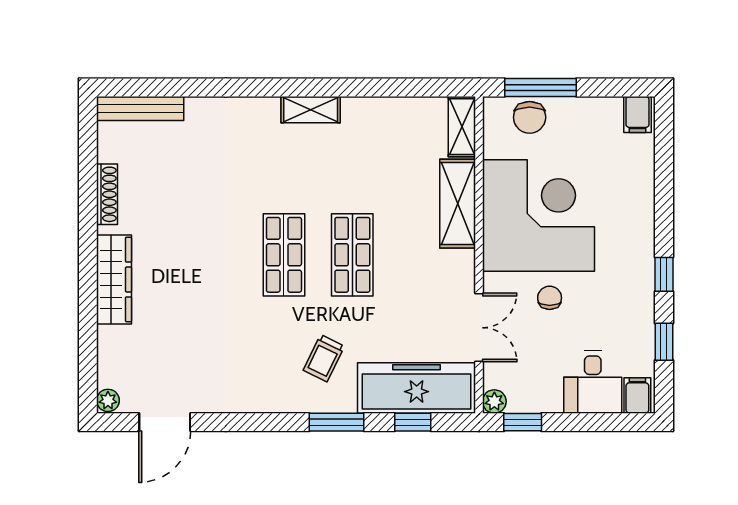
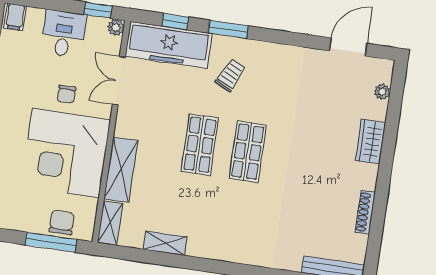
shelving: (311, 110) -> (165, 243), moved
wardrobe: (114, 280) -> (371, 142), width x0.67
desk: (593, 382) -> (64, 34), moved
plant: (108, 400) -> (382, 92), moved

